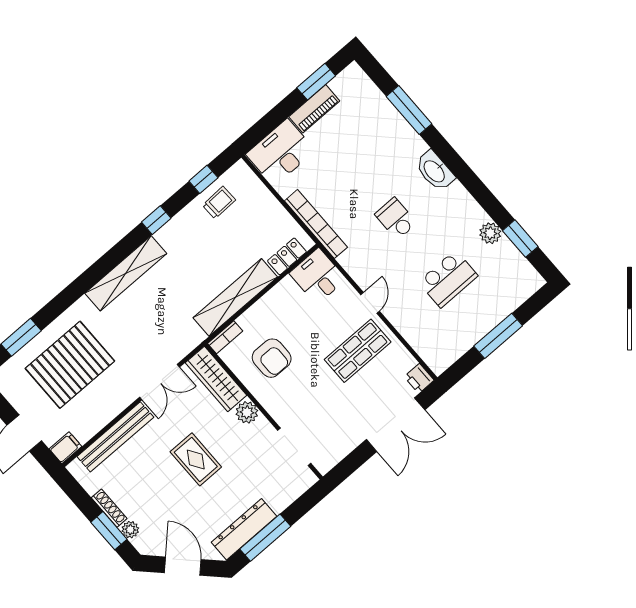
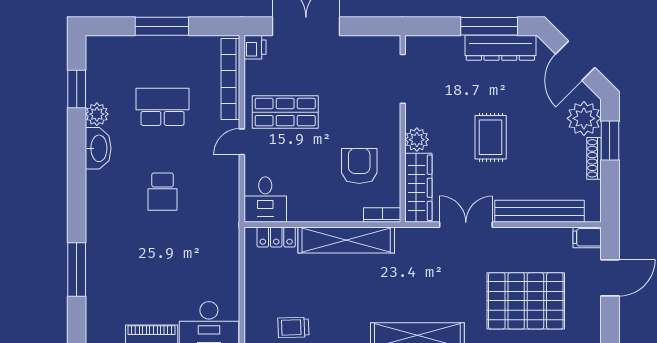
washbasin: (435, 171) -> (98, 148), moved
bookcase: (316, 224) -> (230, 79), moved
plant: (130, 530) -> (584, 118), width x1.87, depth x1.87

